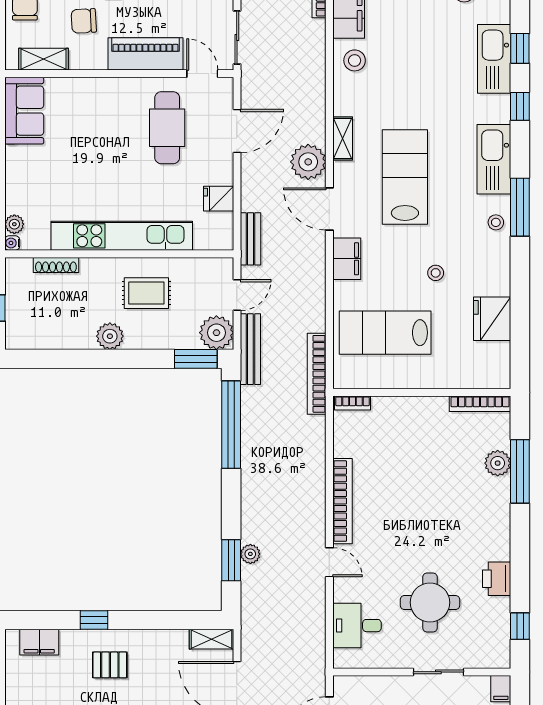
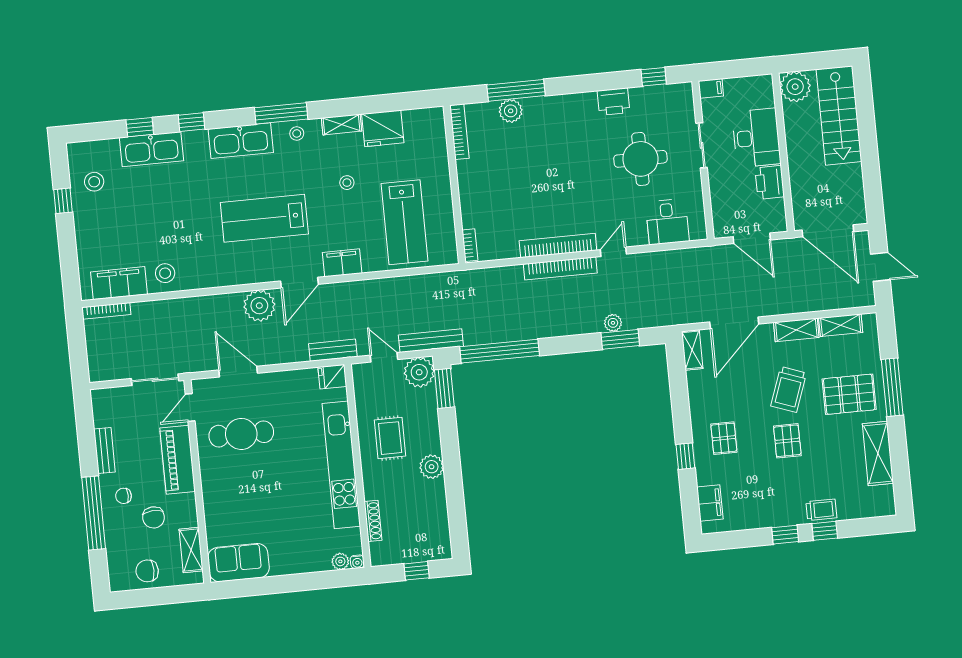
shelving: (343, 138) -> (342, 124), moved
fridge: (219, 199) -> (332, 377), moved, turned 90
bookcase: (317, 374) -> (560, 268), moved

